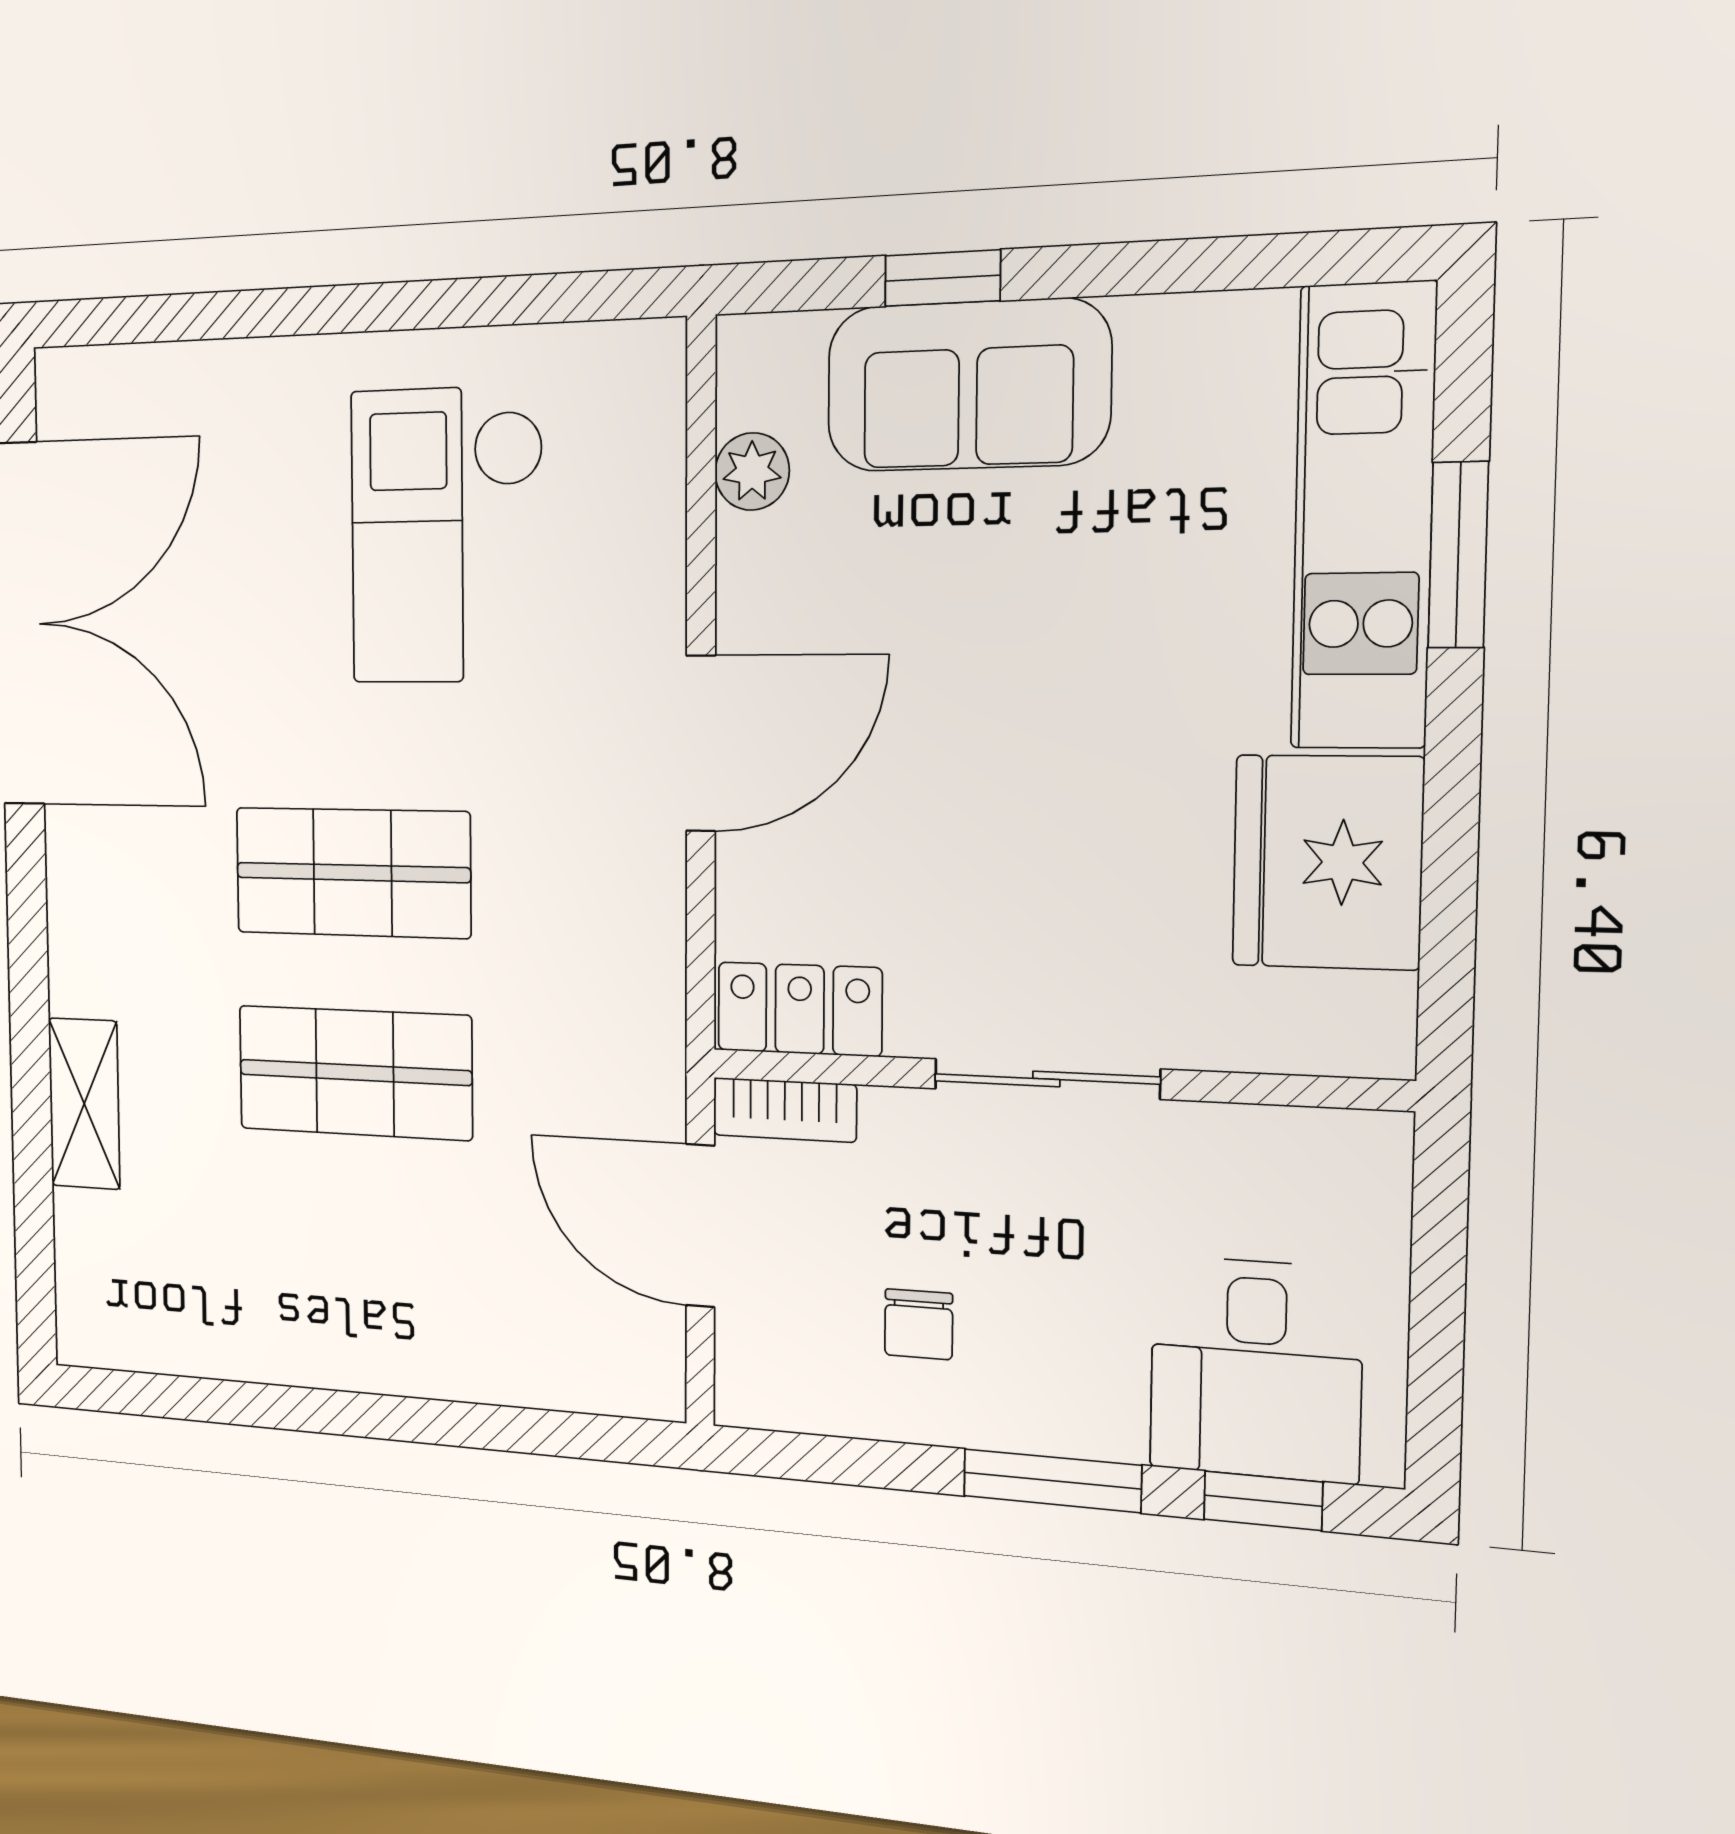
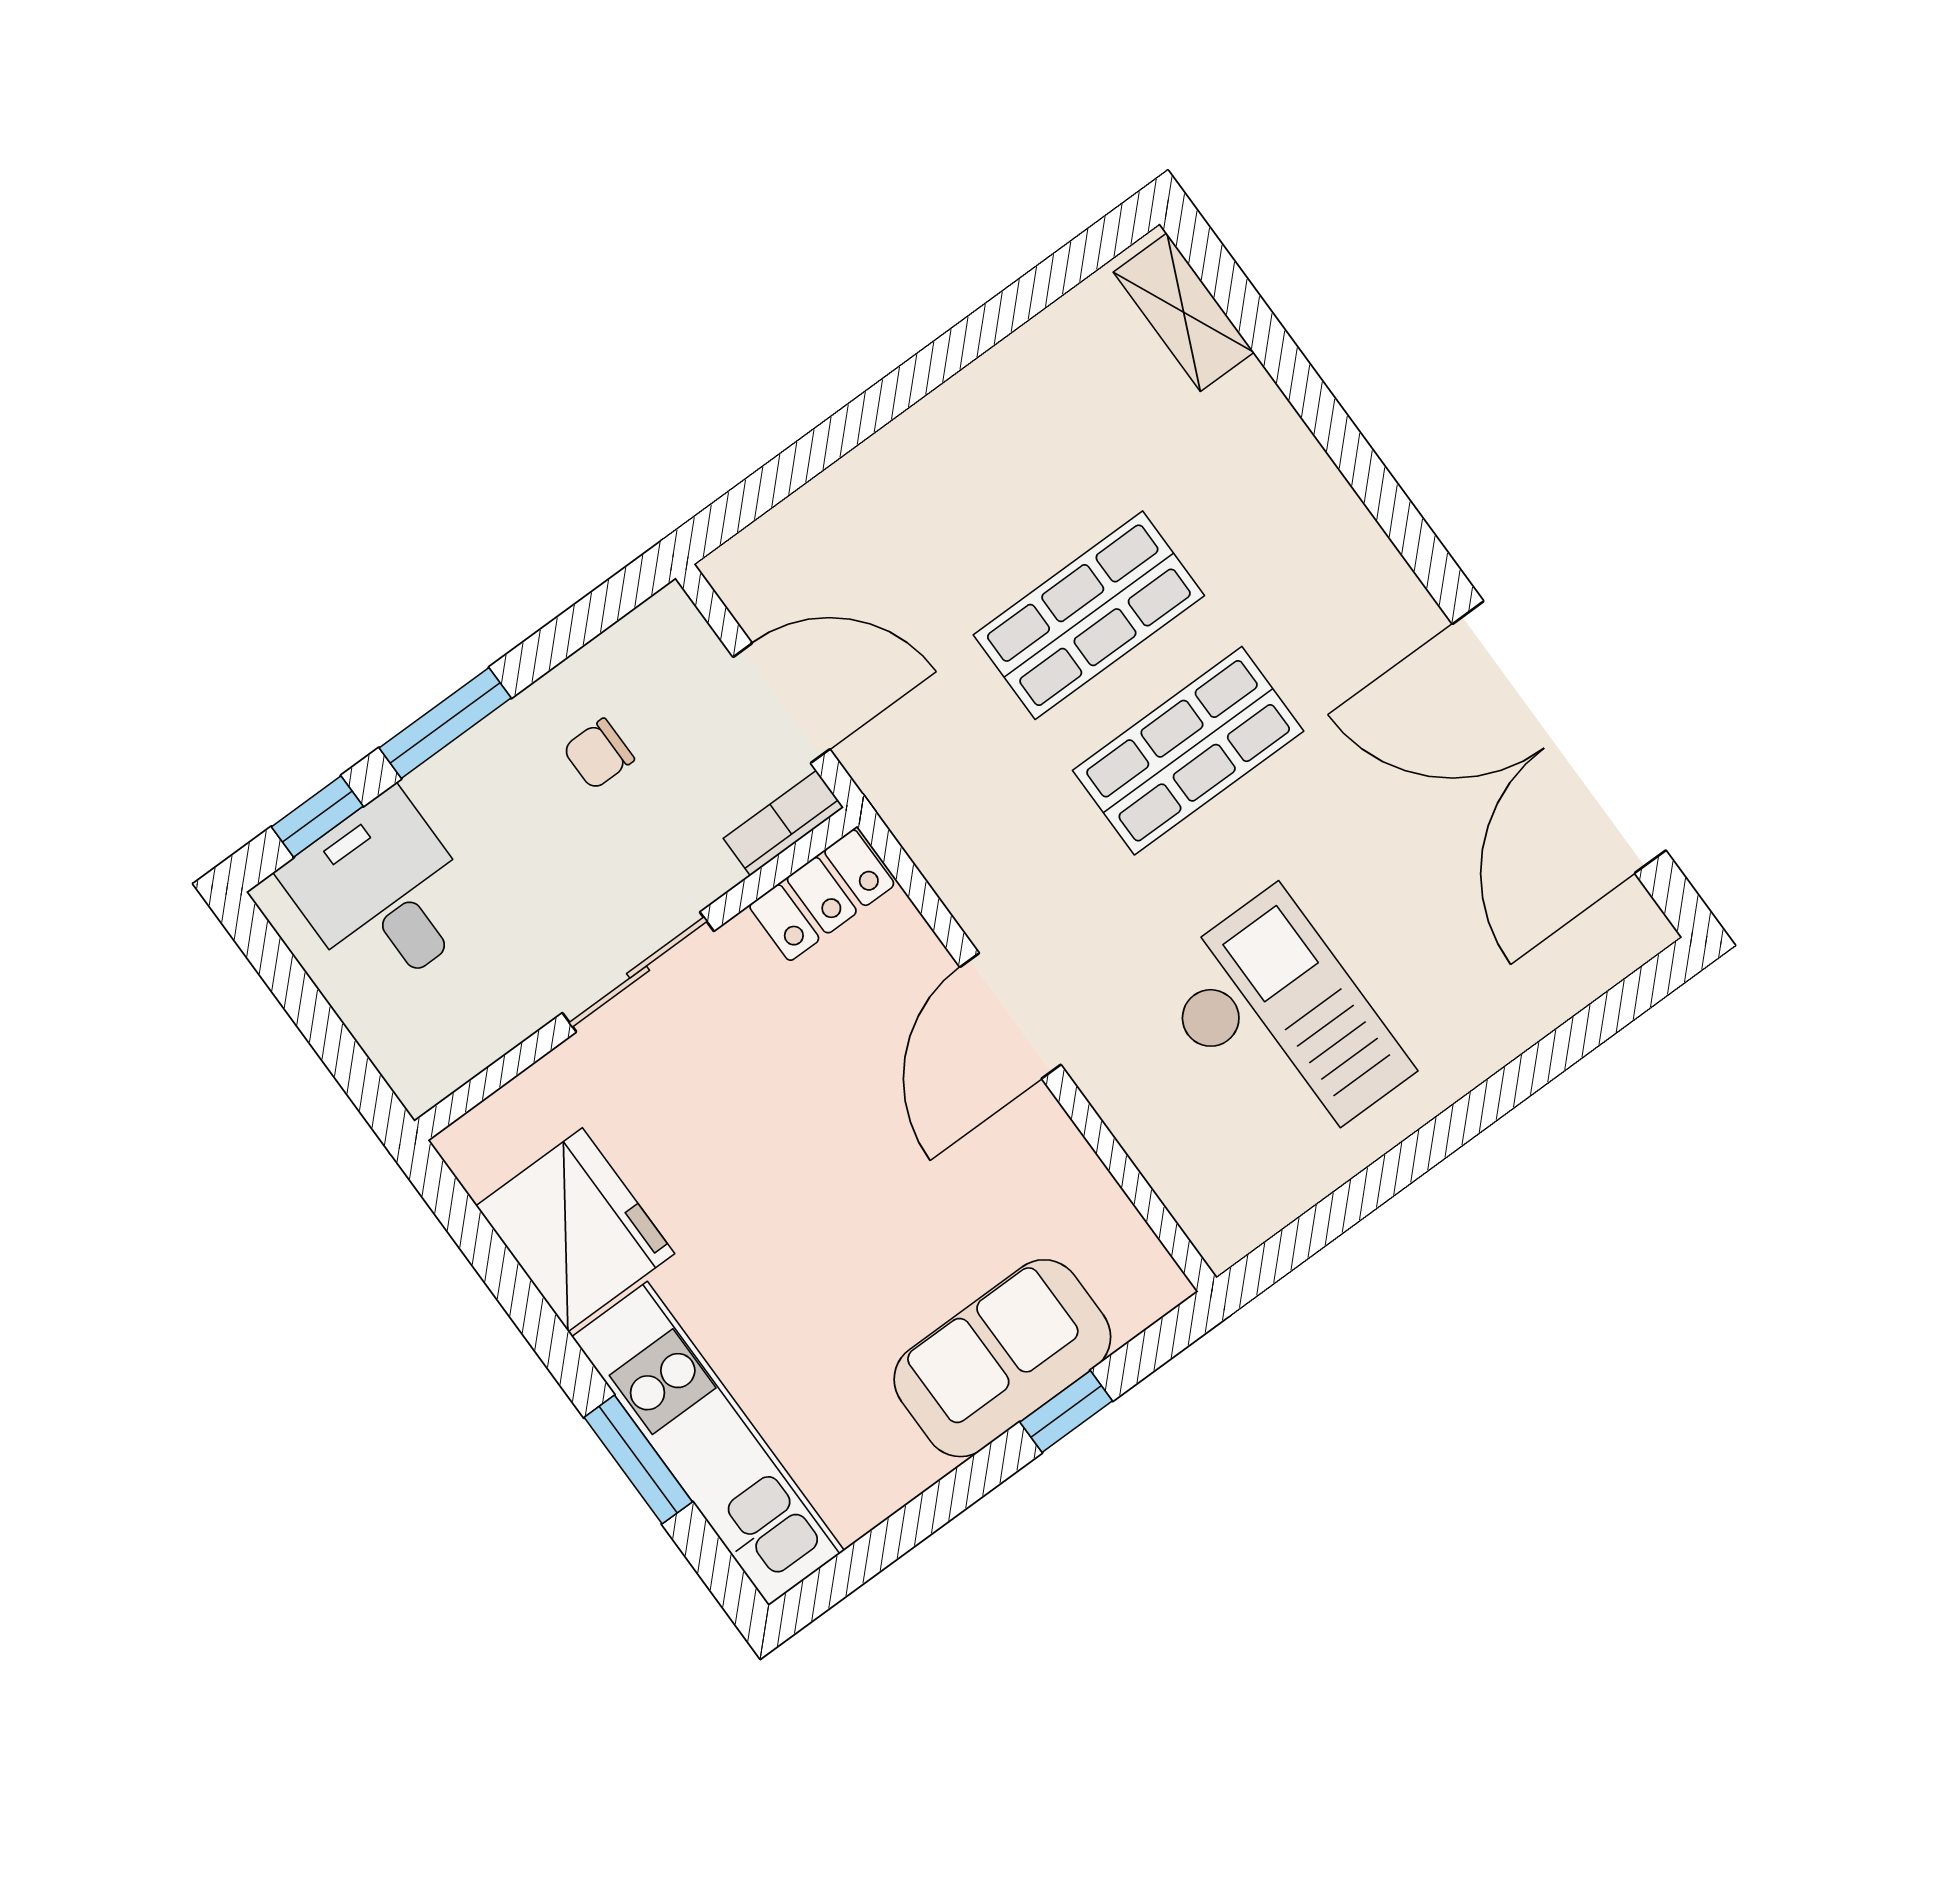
plant: (752, 471) -> (1102, 1211), removed
shelving: (84, 1104) -> (1184, 312), moved
chair: (919, 1324) -> (599, 754), turned -90

